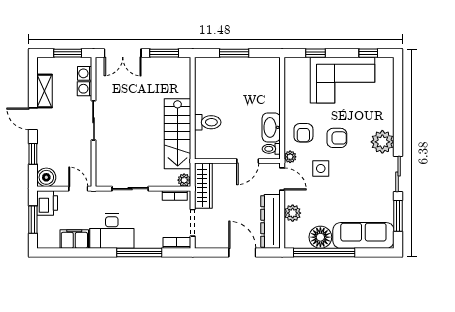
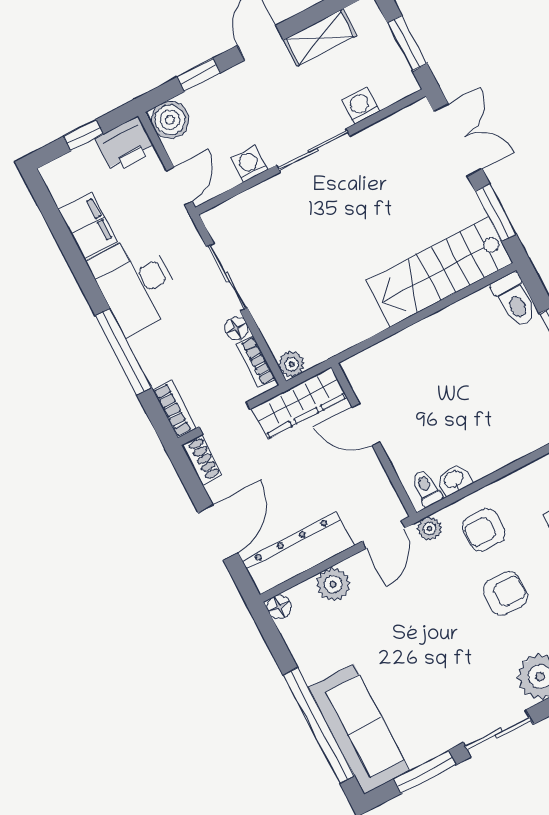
double door: (123, 53) -> (458, 140), swing flipped
washing machine: (85, 73) -> (249, 164), moved
toilet: (208, 122) -> (515, 300), moved
washbasin: (271, 127) -> (454, 480), width x0.52, depth x0.69
stairs: (178, 134) -> (439, 272), moved
armchair: (337, 138) -> (505, 593), turned -90
door: (248, 161) -> (366, 425), moved
side table: (321, 168) -> (437, 593), removed
floor lamp: (155, 196) -> (237, 328), added
window: (33, 220) -> (83, 135), width x0.67
floor lamp: (320, 237) -> (279, 607), moved, width x0.53, depth x0.53
shoe rack: (206, 243) -> (202, 460), added
window: (324, 253) -> (319, 726), moved

